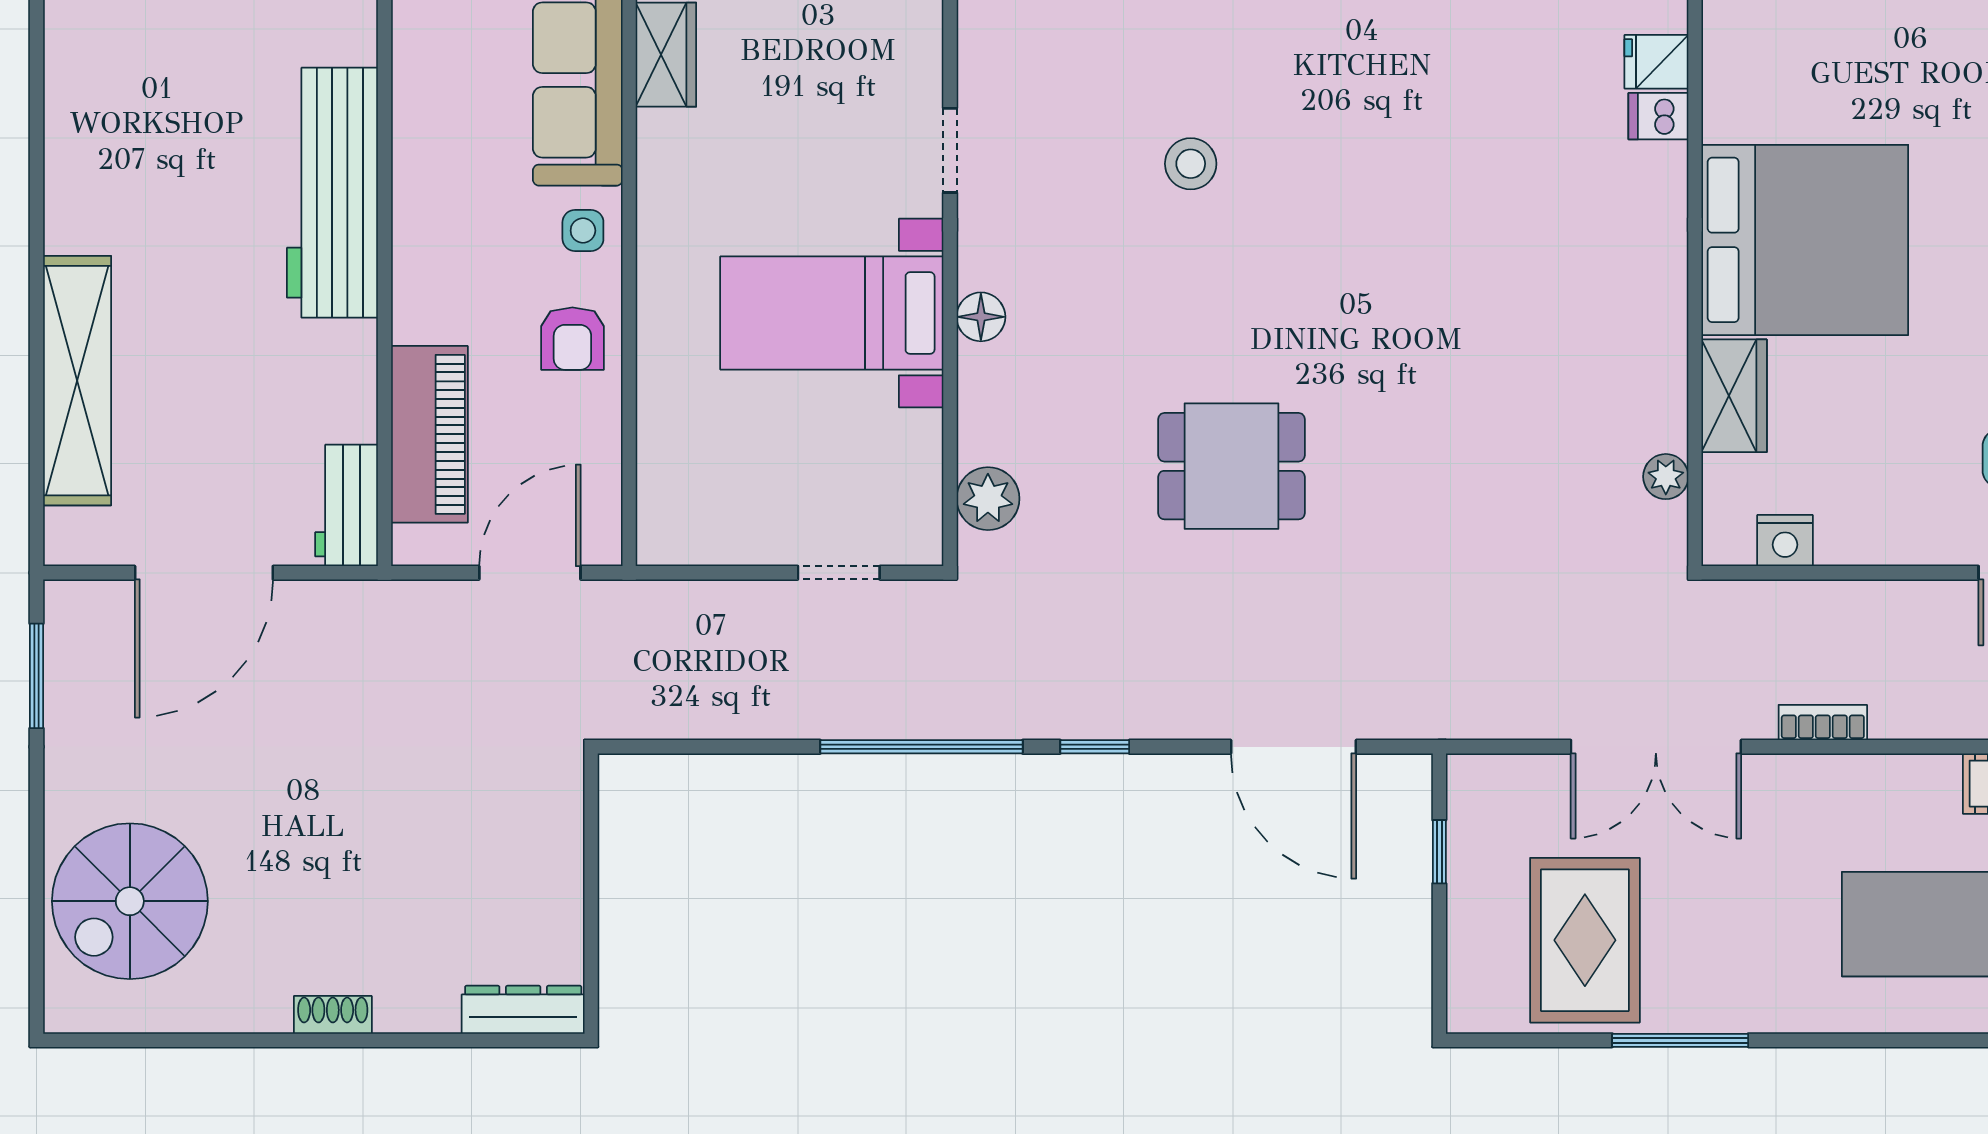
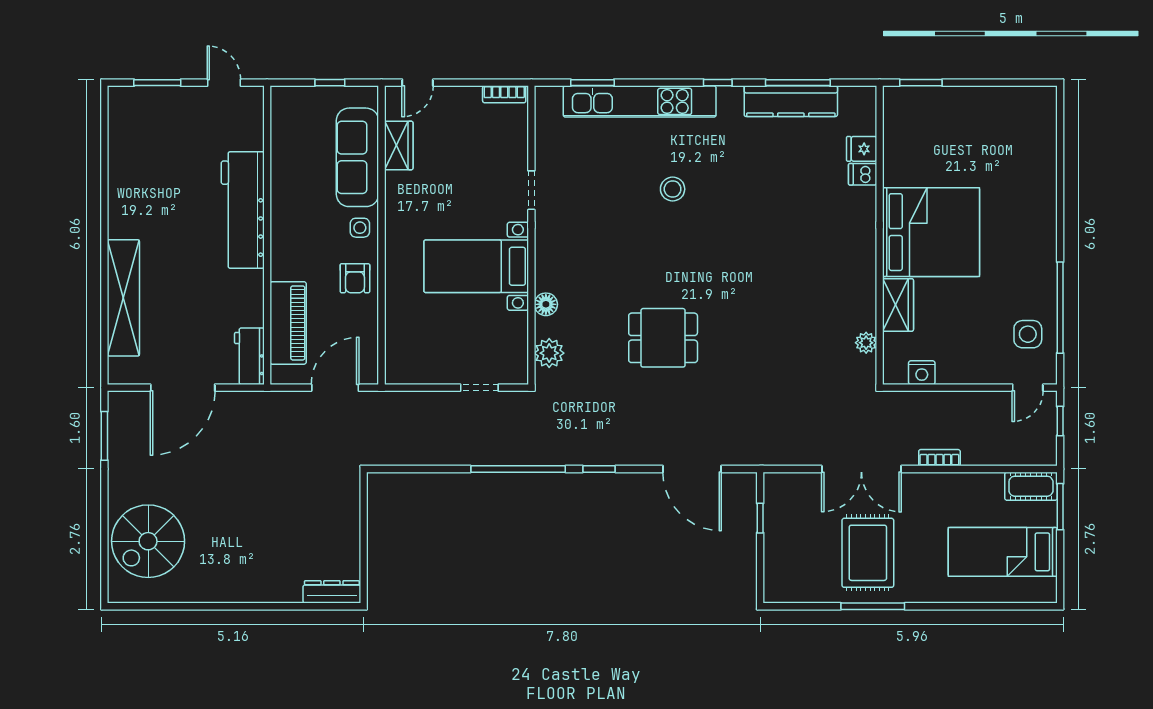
stool: (1191, 164) -> (673, 189), moved
floor lamp: (981, 317) -> (546, 304), moved
rug: (1585, 940) -> (868, 553), moved
shoe rack: (333, 1015) -> (243, 594), removed

